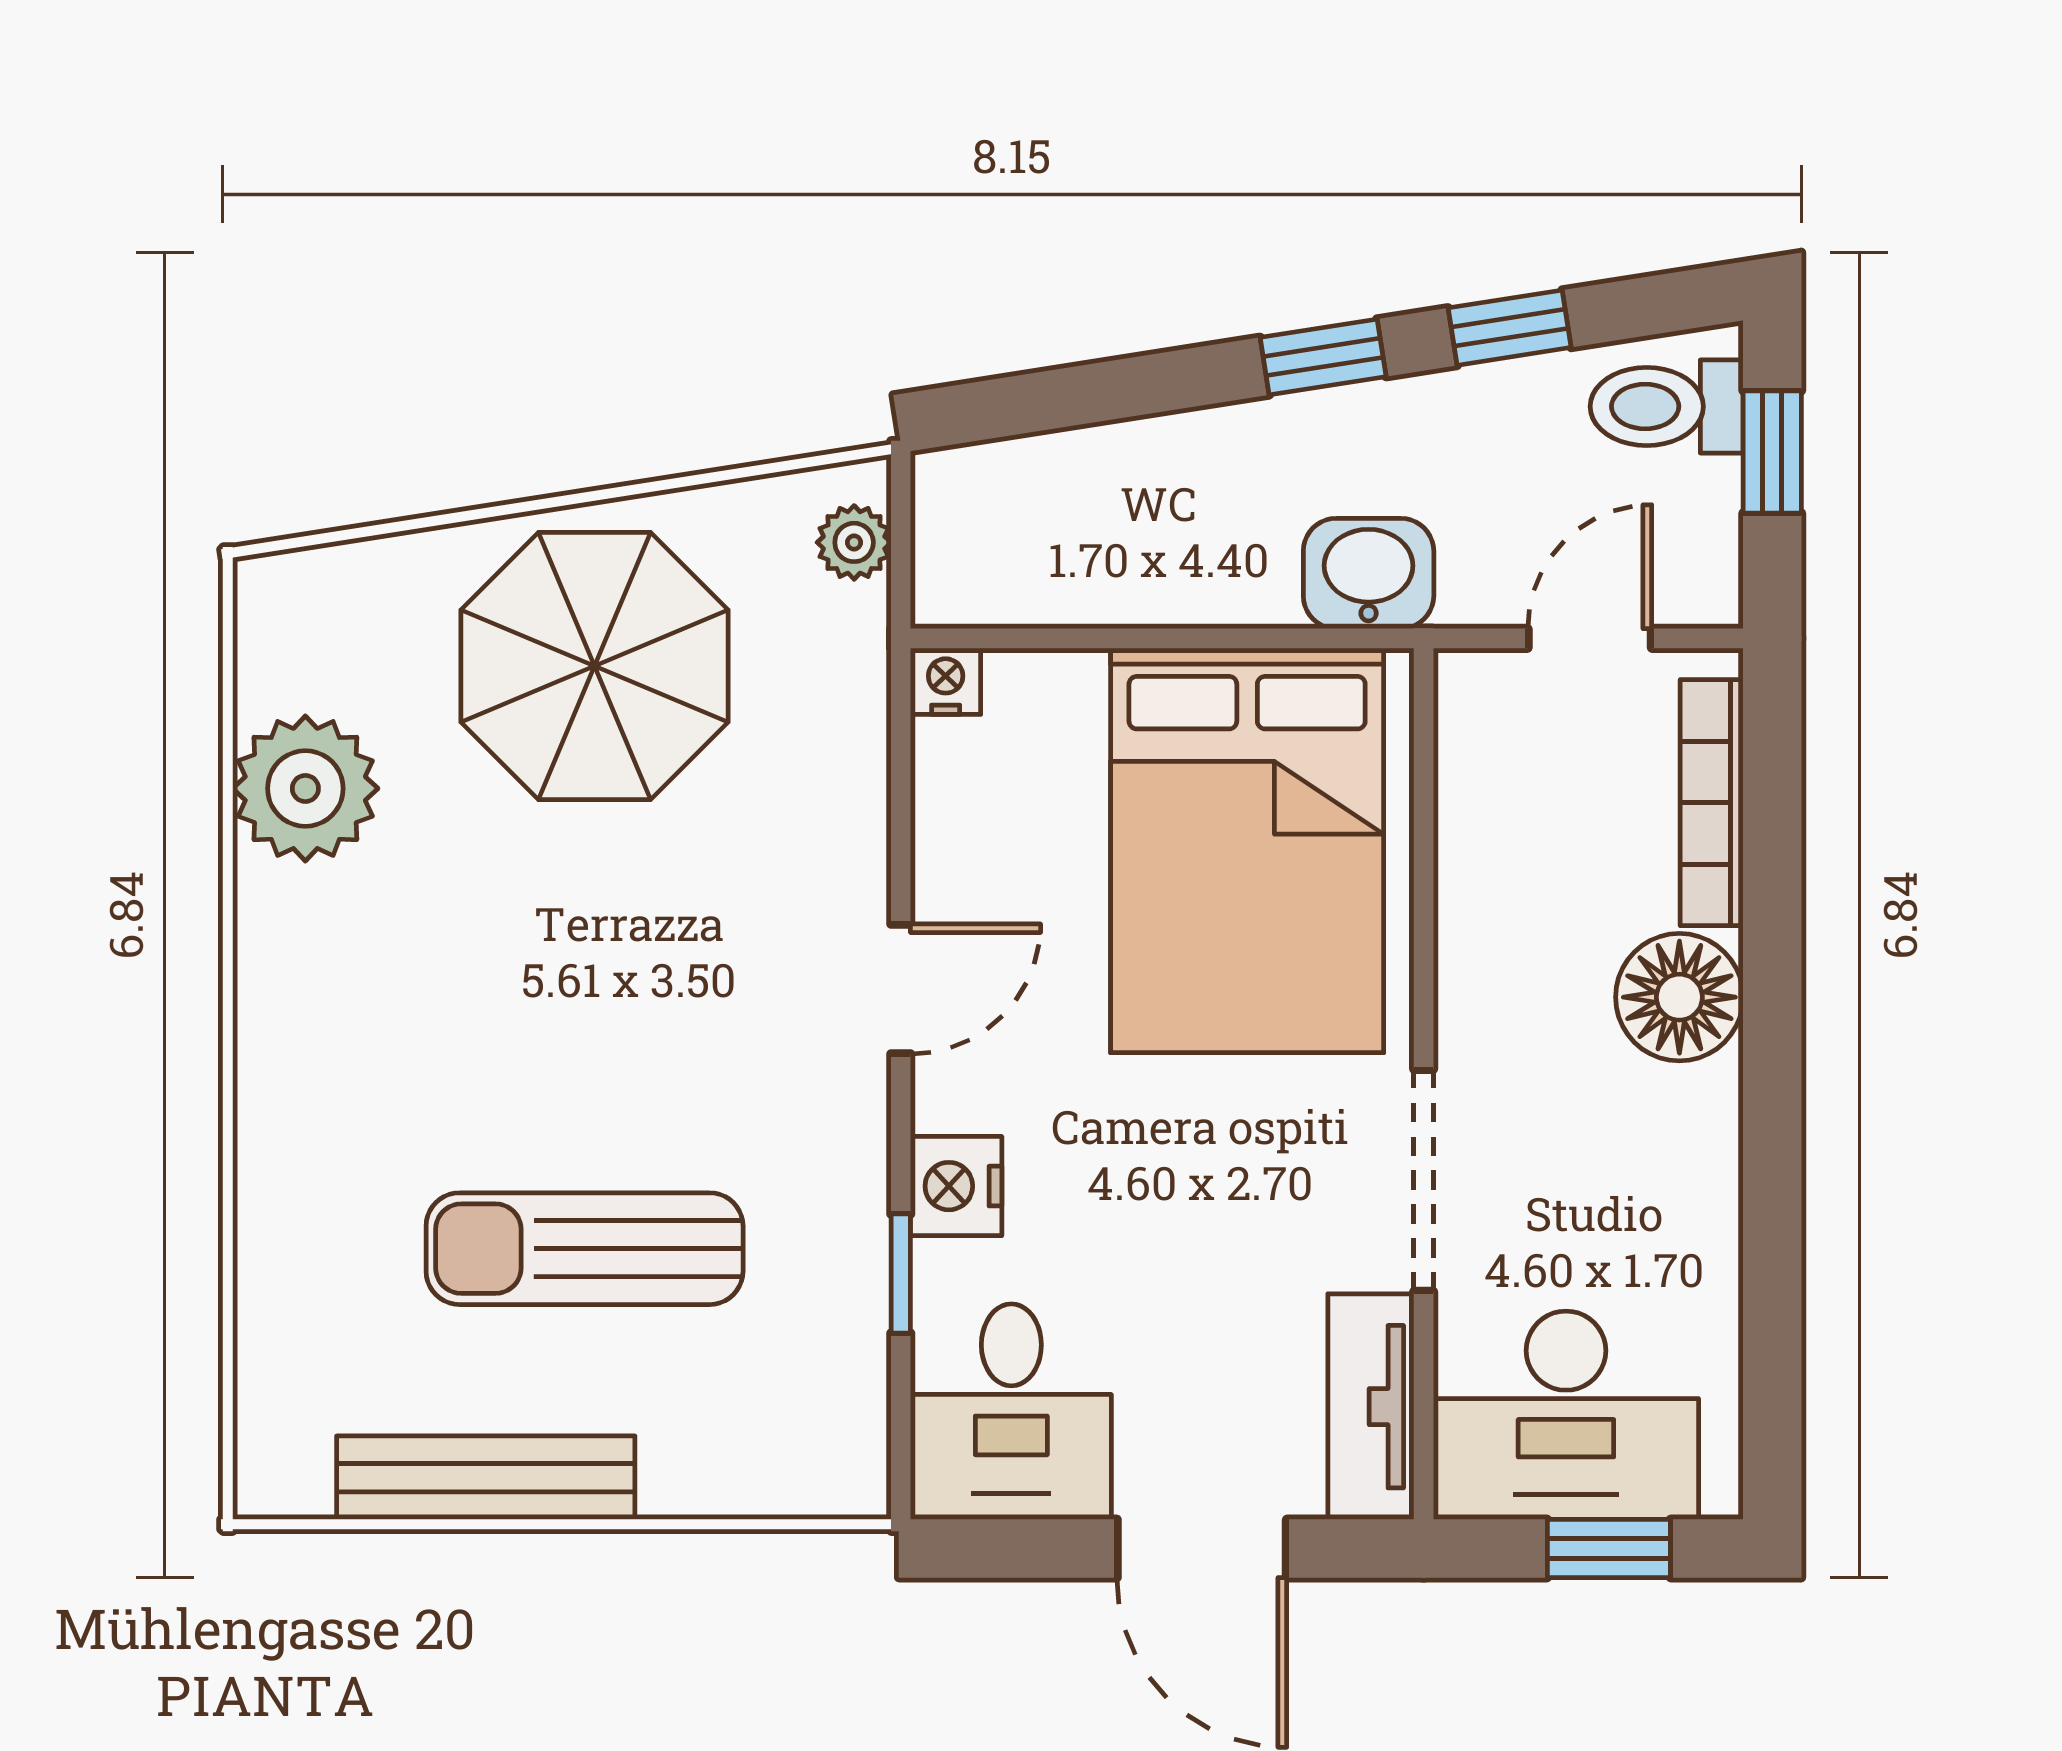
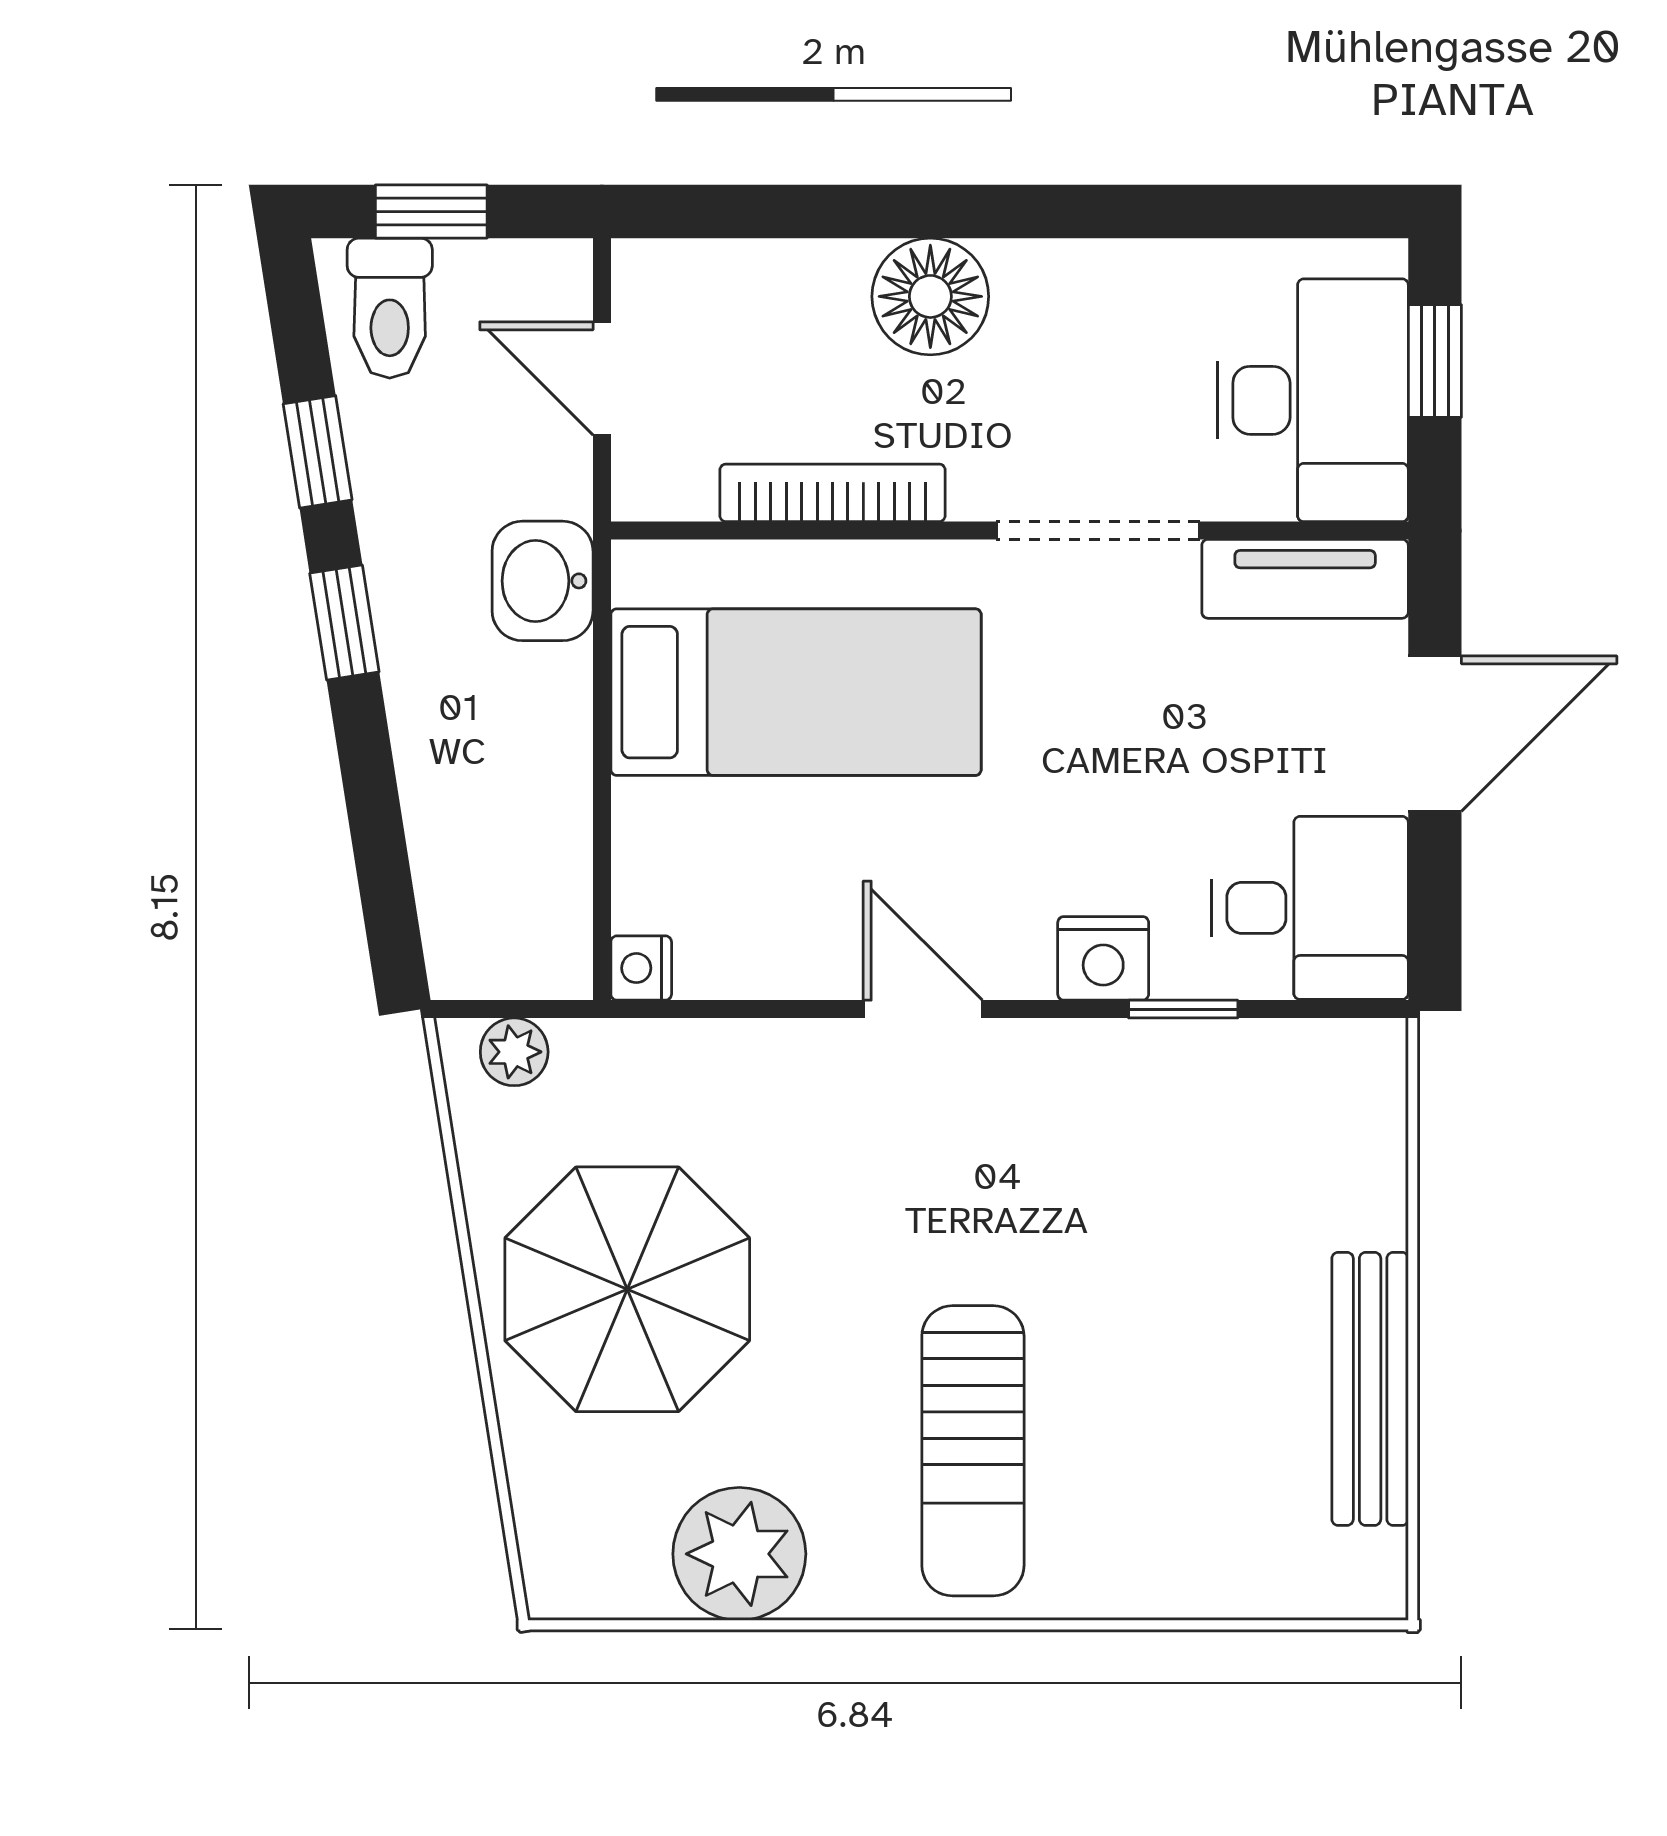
bookcase: (1712, 803) -> (833, 493), moved, turned 180
bed: (1247, 850) -> (796, 692), width x0.67
sun lounger: (585, 1249) -> (973, 1451), moved

